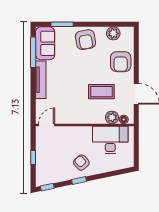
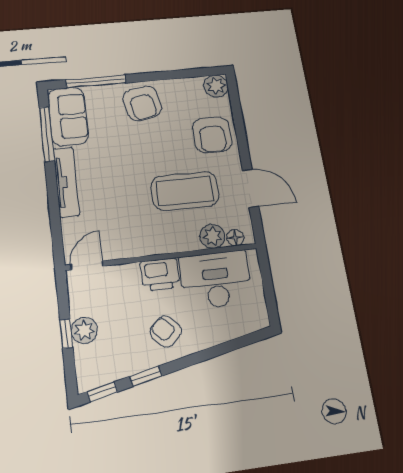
window: (62, 24) -> (96, 81), width x1.44
plant: (113, 33) -> (216, 86), moved
coffee table: (101, 92) -> (185, 191), width x1.36, depth x1.32
printer: (82, 134) -> (160, 274), added
plant: (42, 157) -> (84, 330), added
window: (79, 181) -> (146, 376), moved

